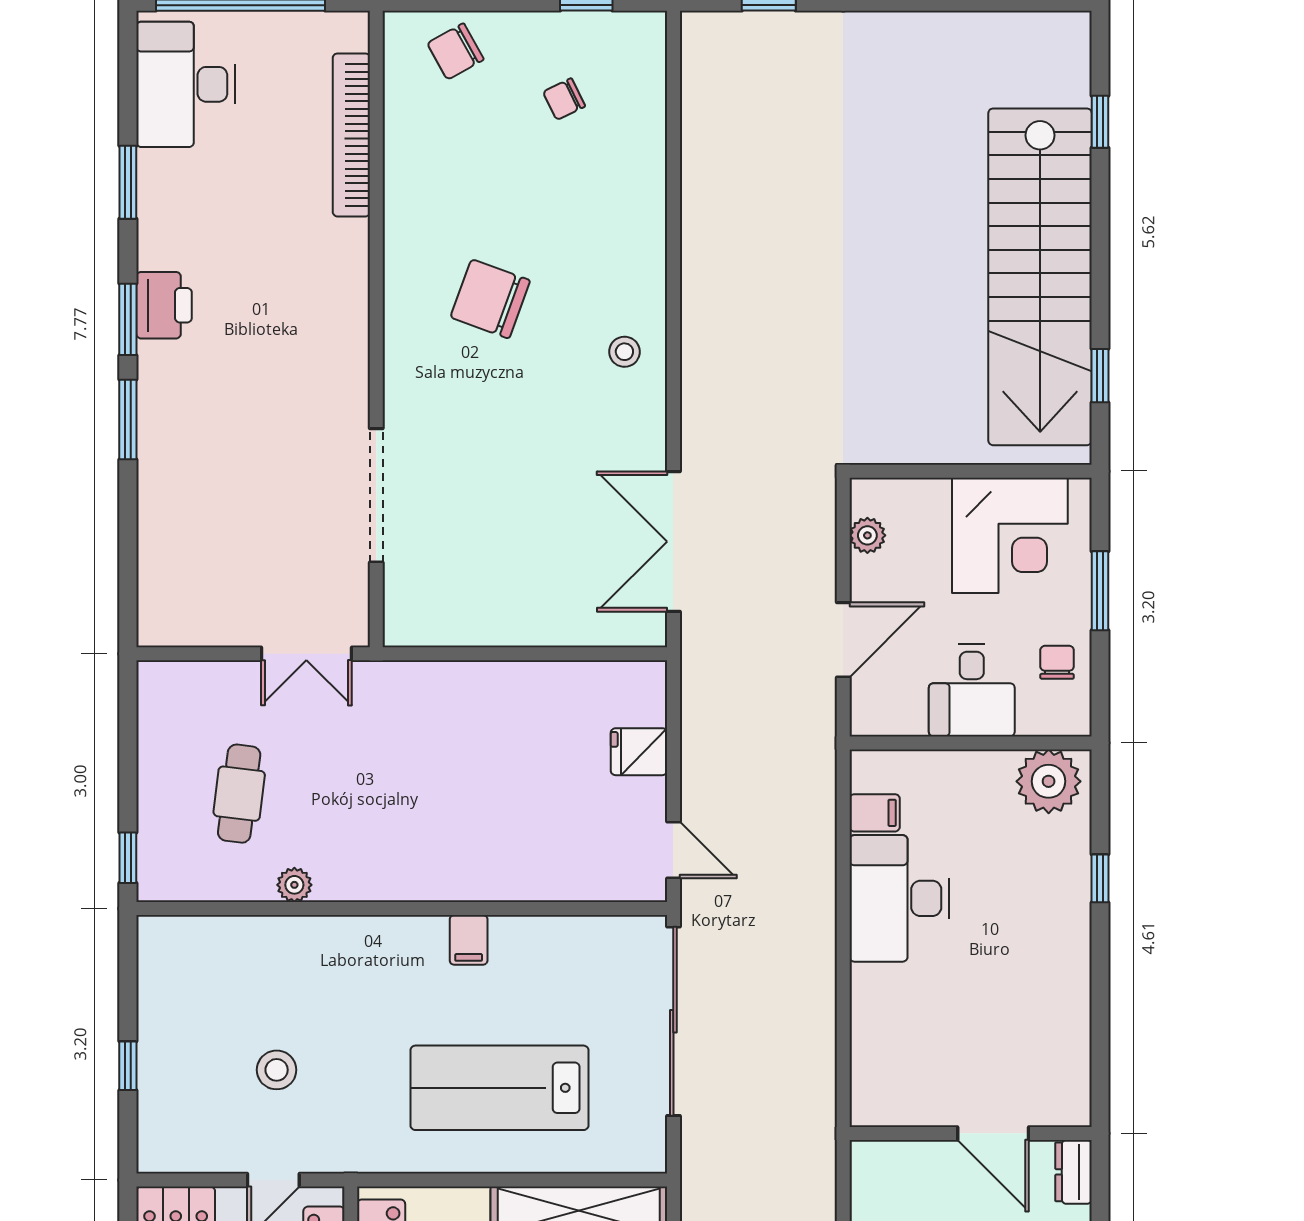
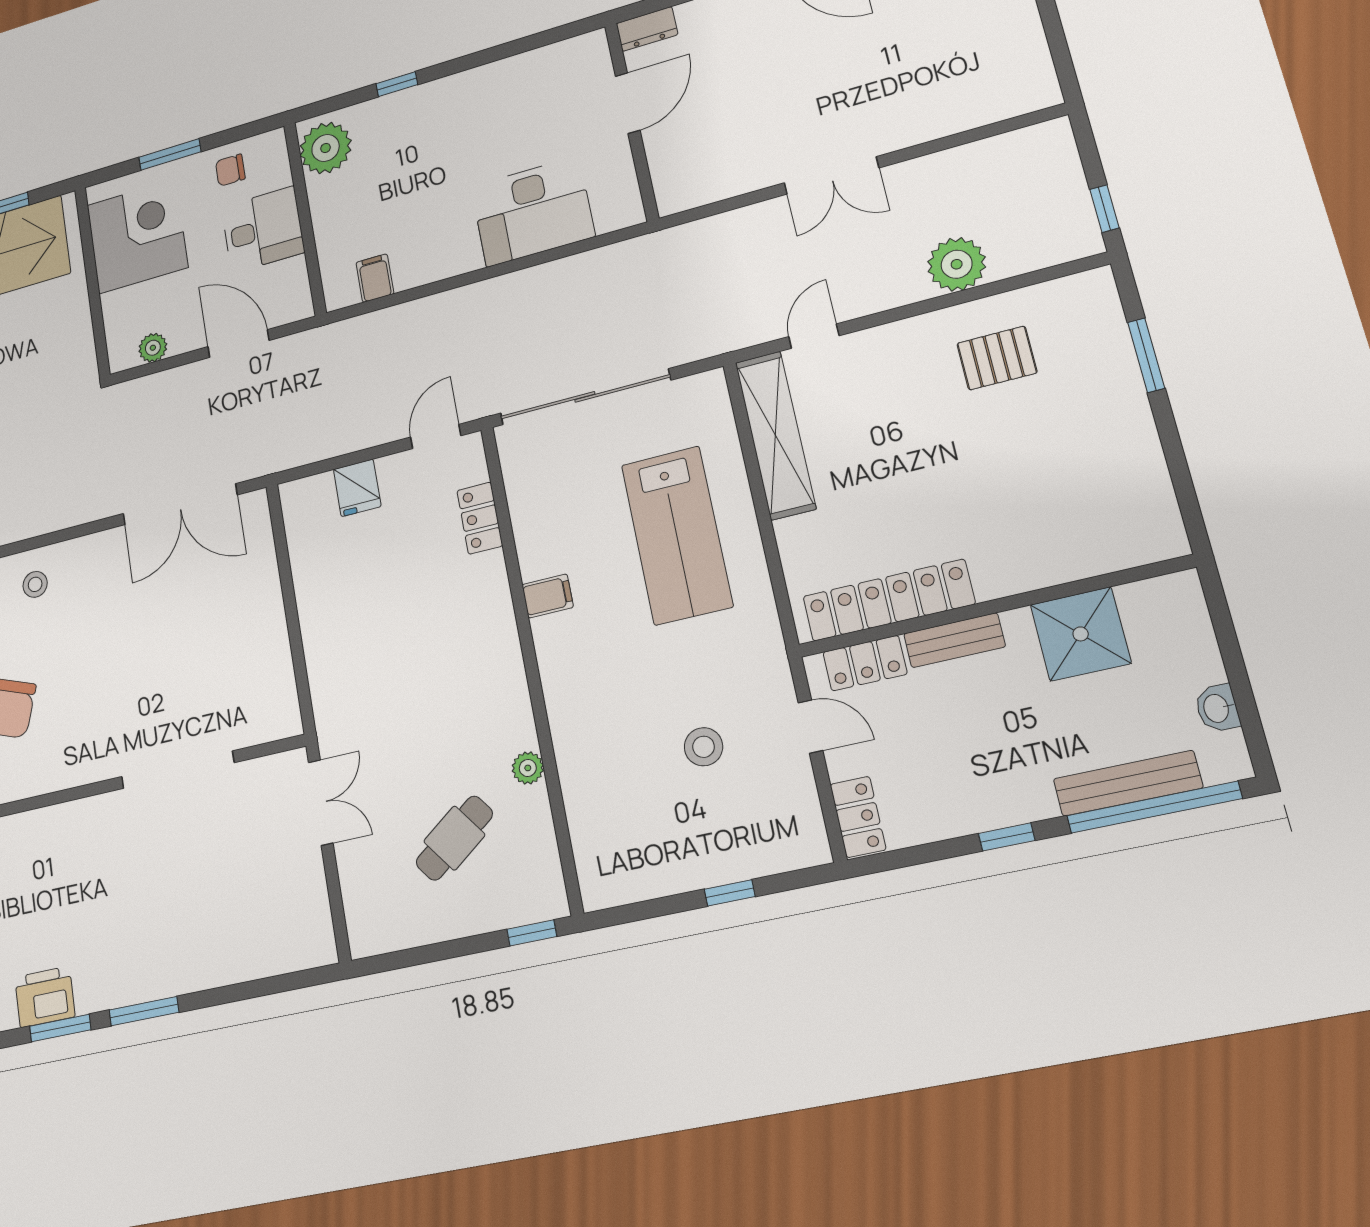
cafe table: (239, 794) -> (454, 838), turned -44
locker: (570, 882) -> (480, 518), added
desk: (899, 898) -> (533, 211), moved

